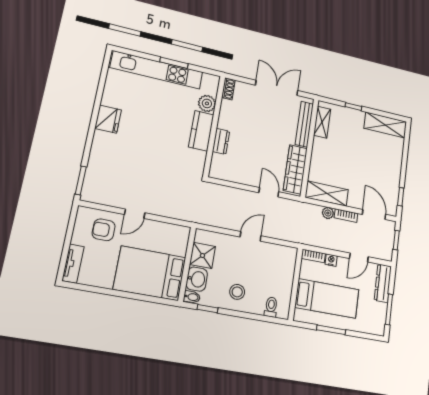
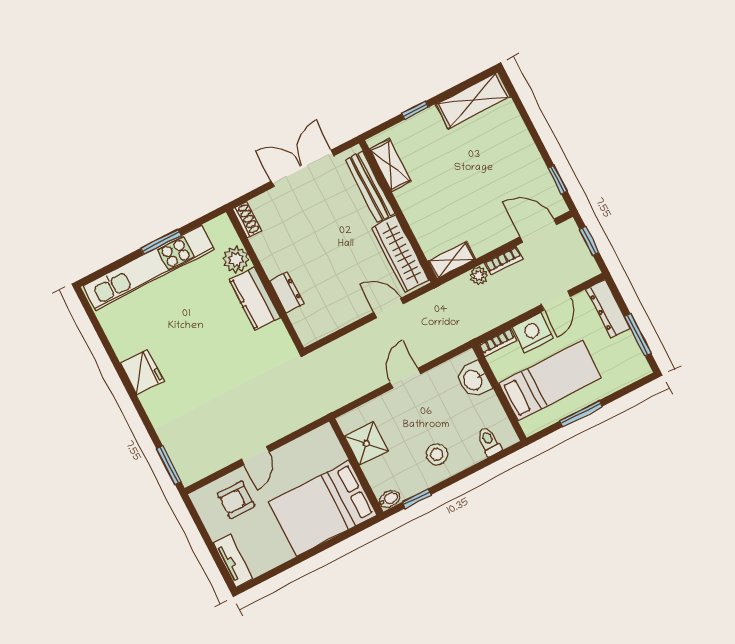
shelving: (327, 193) -> (452, 260), width x0.67, depth x0.75
nightstand: (331, 260) -> (533, 333), width x1.89, depth x1.79
washbasin: (197, 279) -> (473, 380), moved, turned 180

